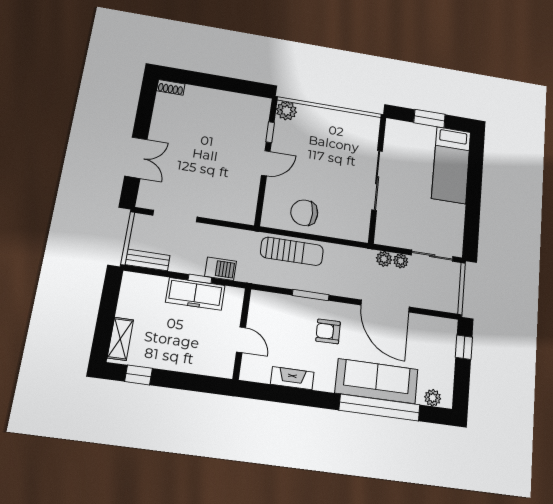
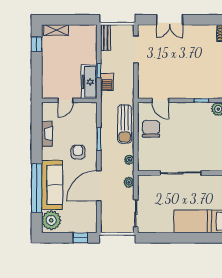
door: (266, 163) -> (160, 100), moved
plant: (401, 261) -> (129, 160), moved
freezer: (195, 294) -> (89, 82), moved
plant: (433, 398) -> (51, 220), width x1.88, depth x1.88

